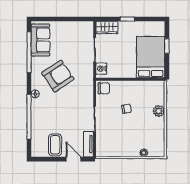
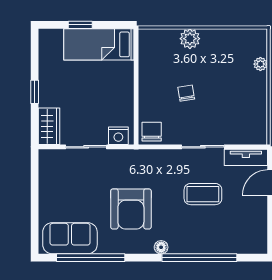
bed: (151, 57) -> (99, 44), width x0.67
armchair: (58, 76) -> (131, 209), turned -146
coffee table: (55, 145) -> (203, 194), moved

